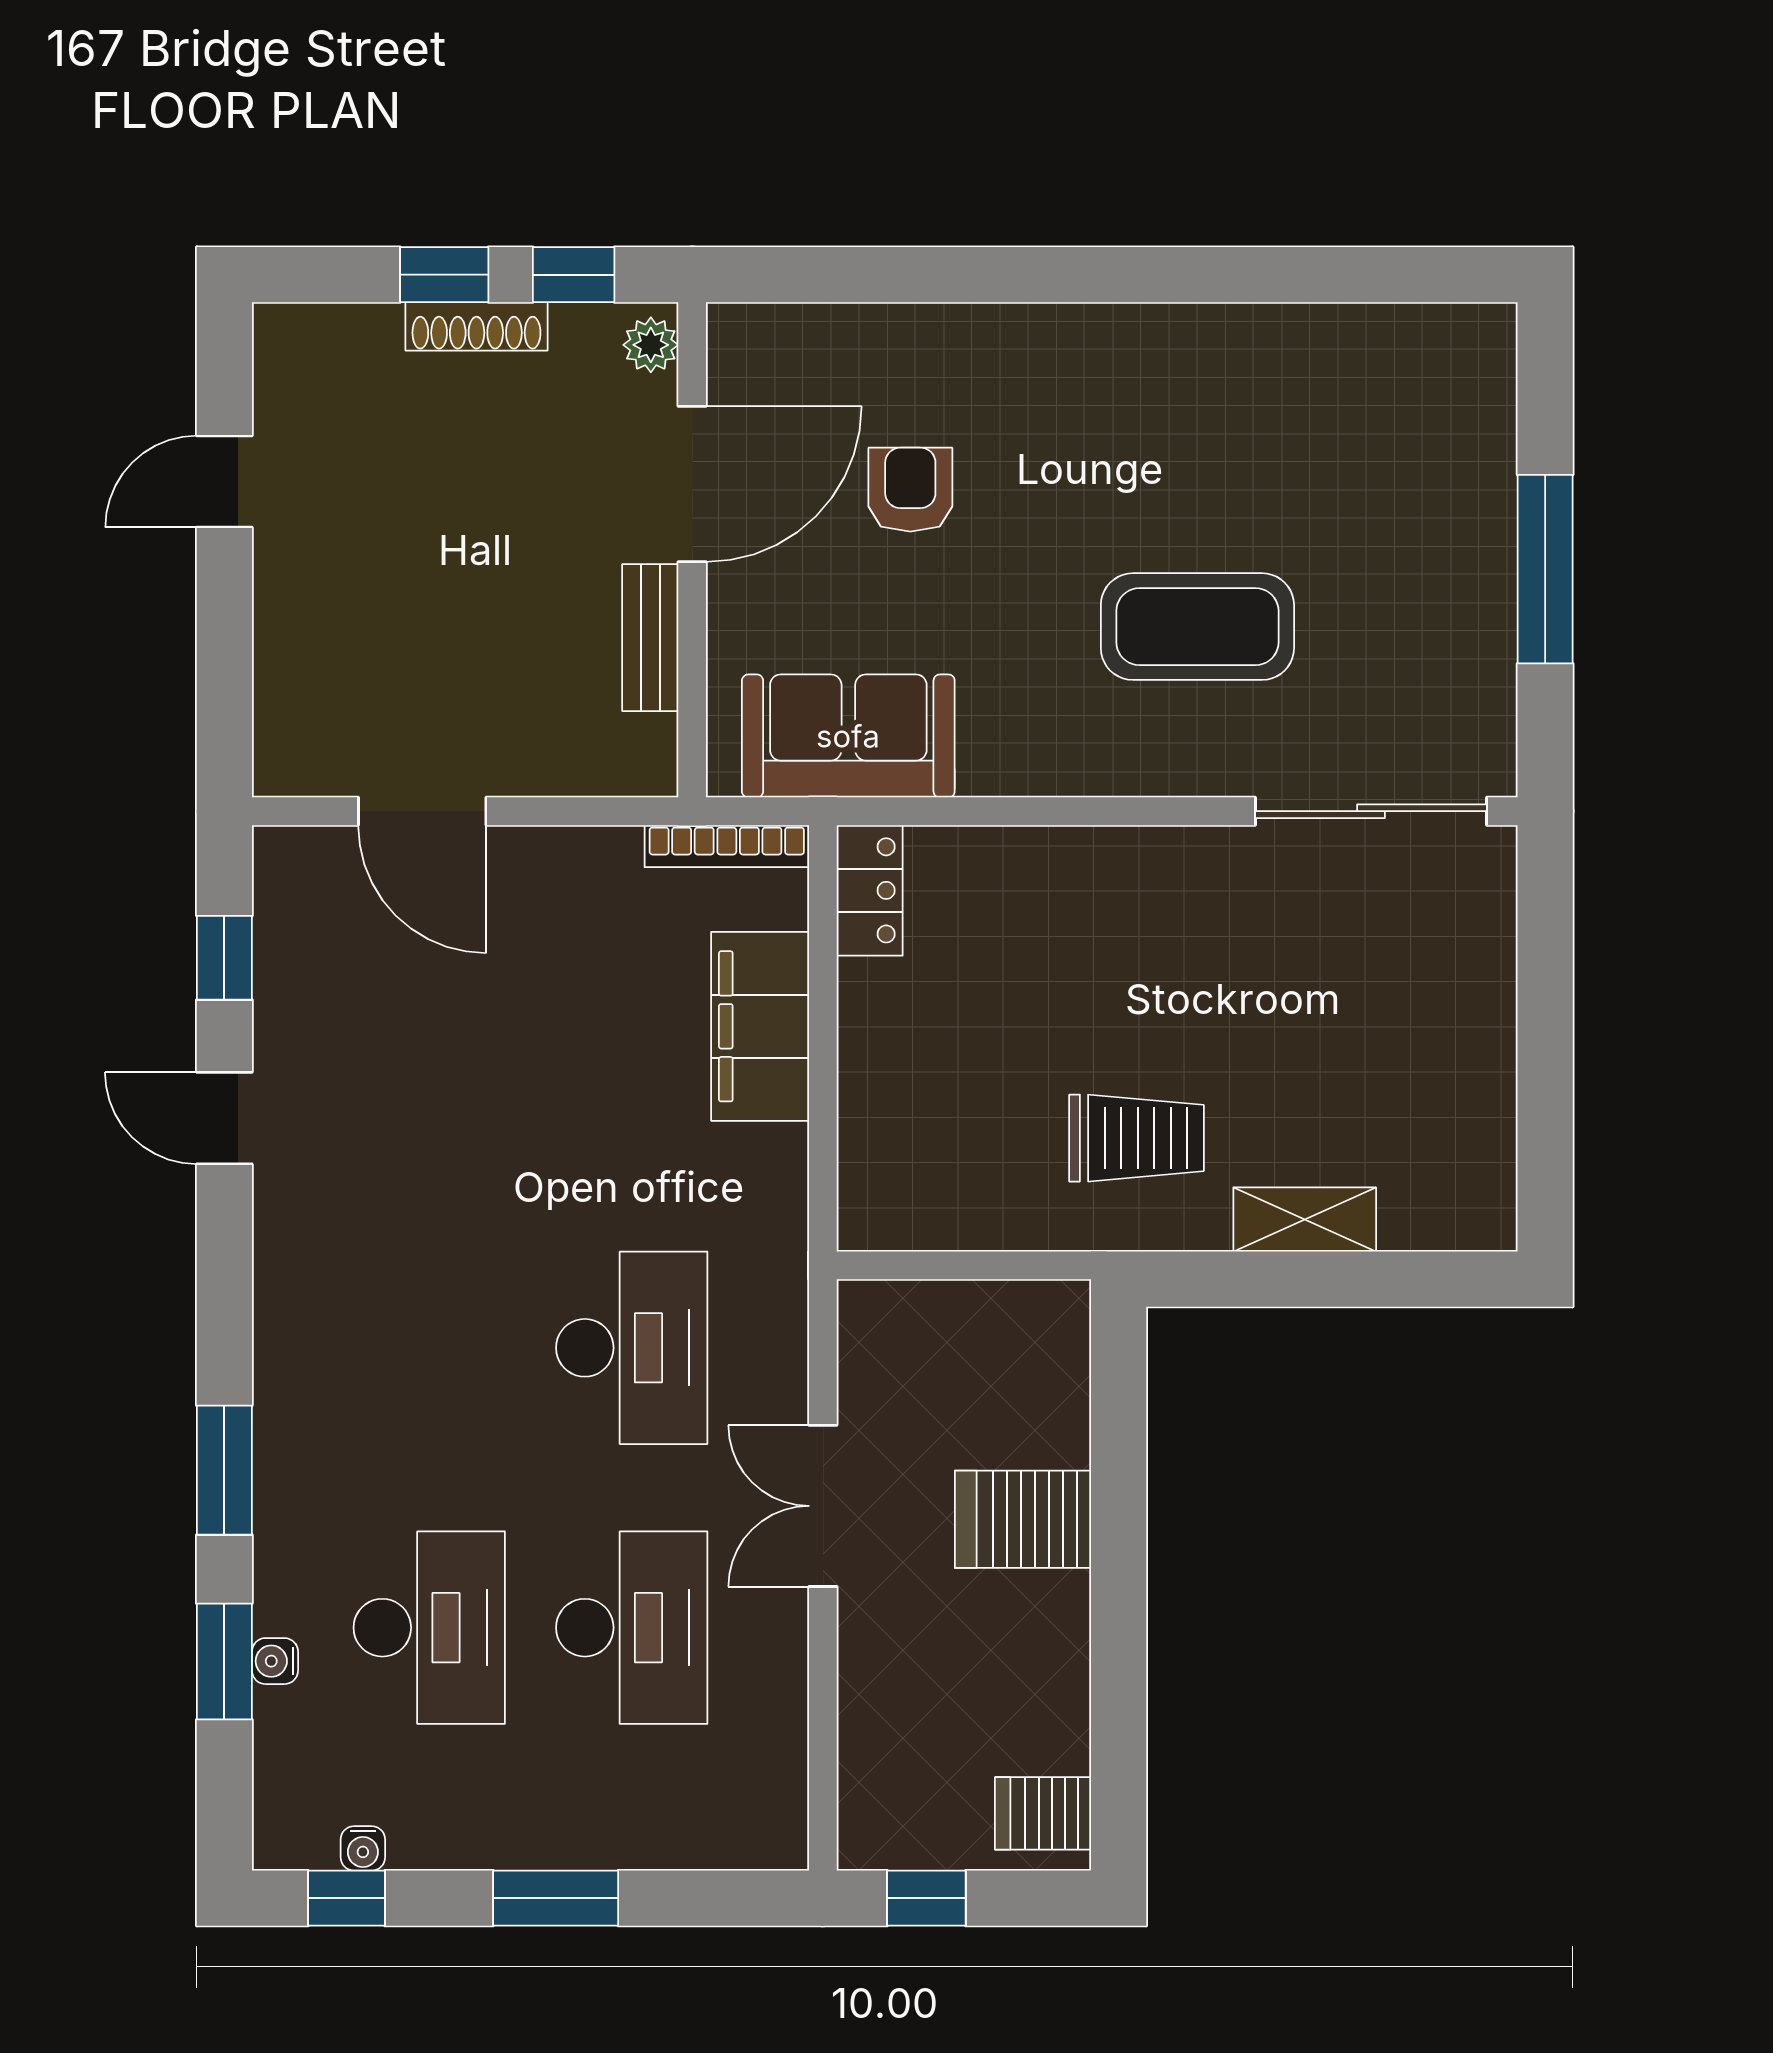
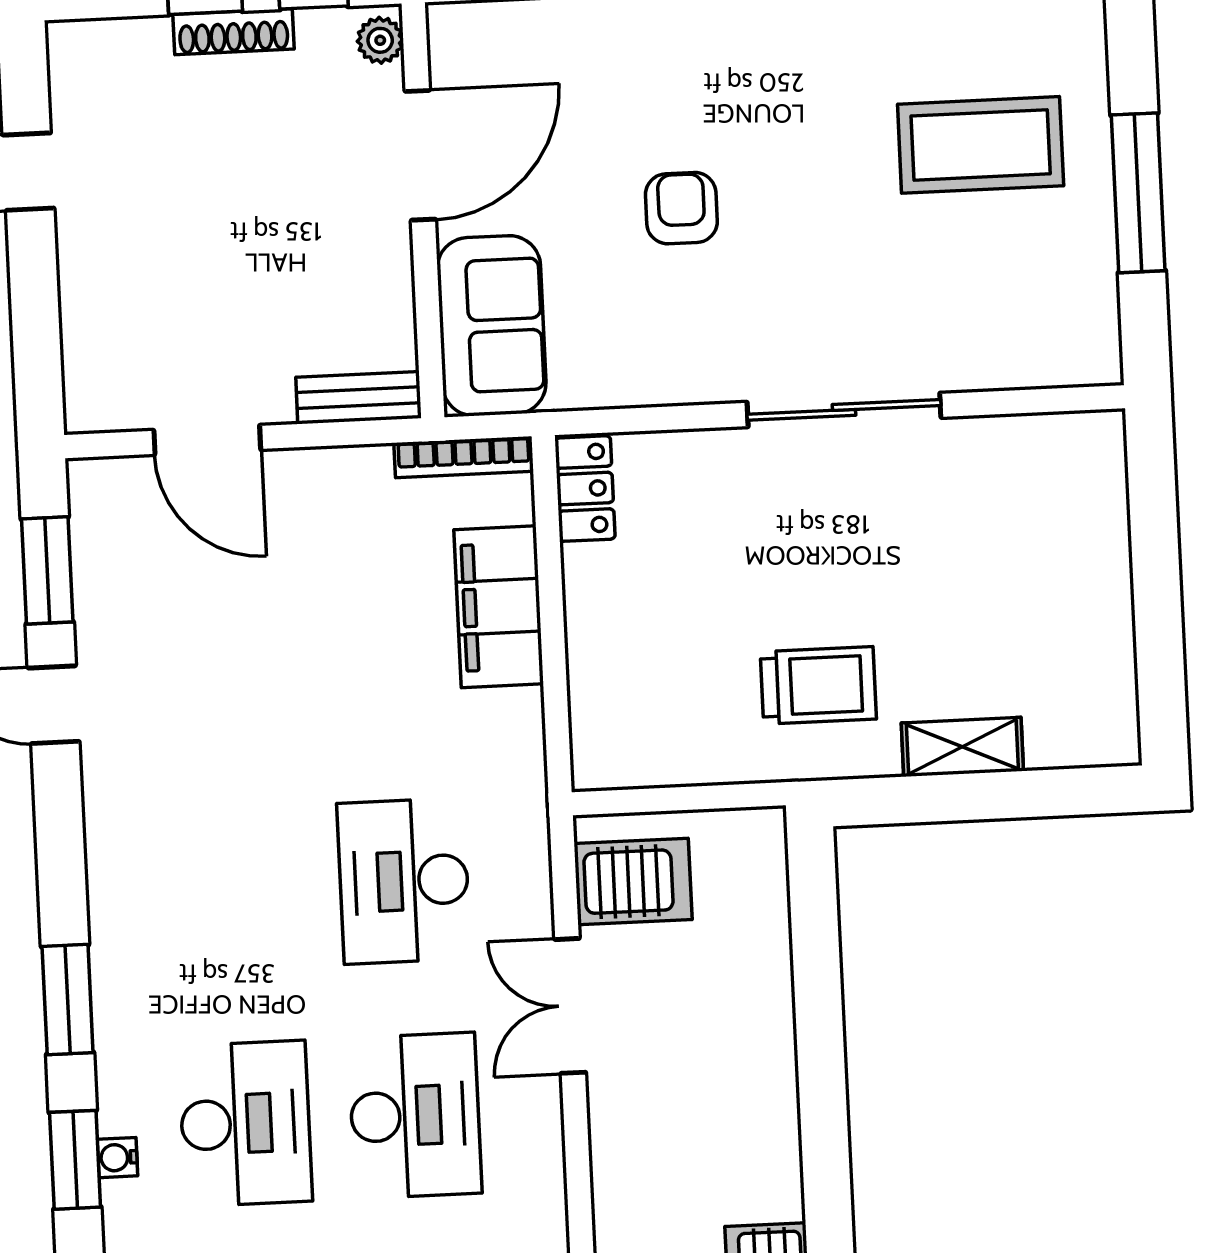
armchair: (910, 490) -> (681, 208), moved
coffee table: (1197, 627) -> (981, 145), moved
bench: (650, 638) -> (358, 398), moved, turned 90
sofa: (848, 736) -> (492, 326), moved, turned 90
sliding door: (1371, 811) -> (844, 410), moved
window: (224, 958) -> (47, 570), width x1.50
desk: (632, 1348) -> (404, 881), turned 180
server rack: (1023, 1519) -> (633, 882), moved, turned 180

